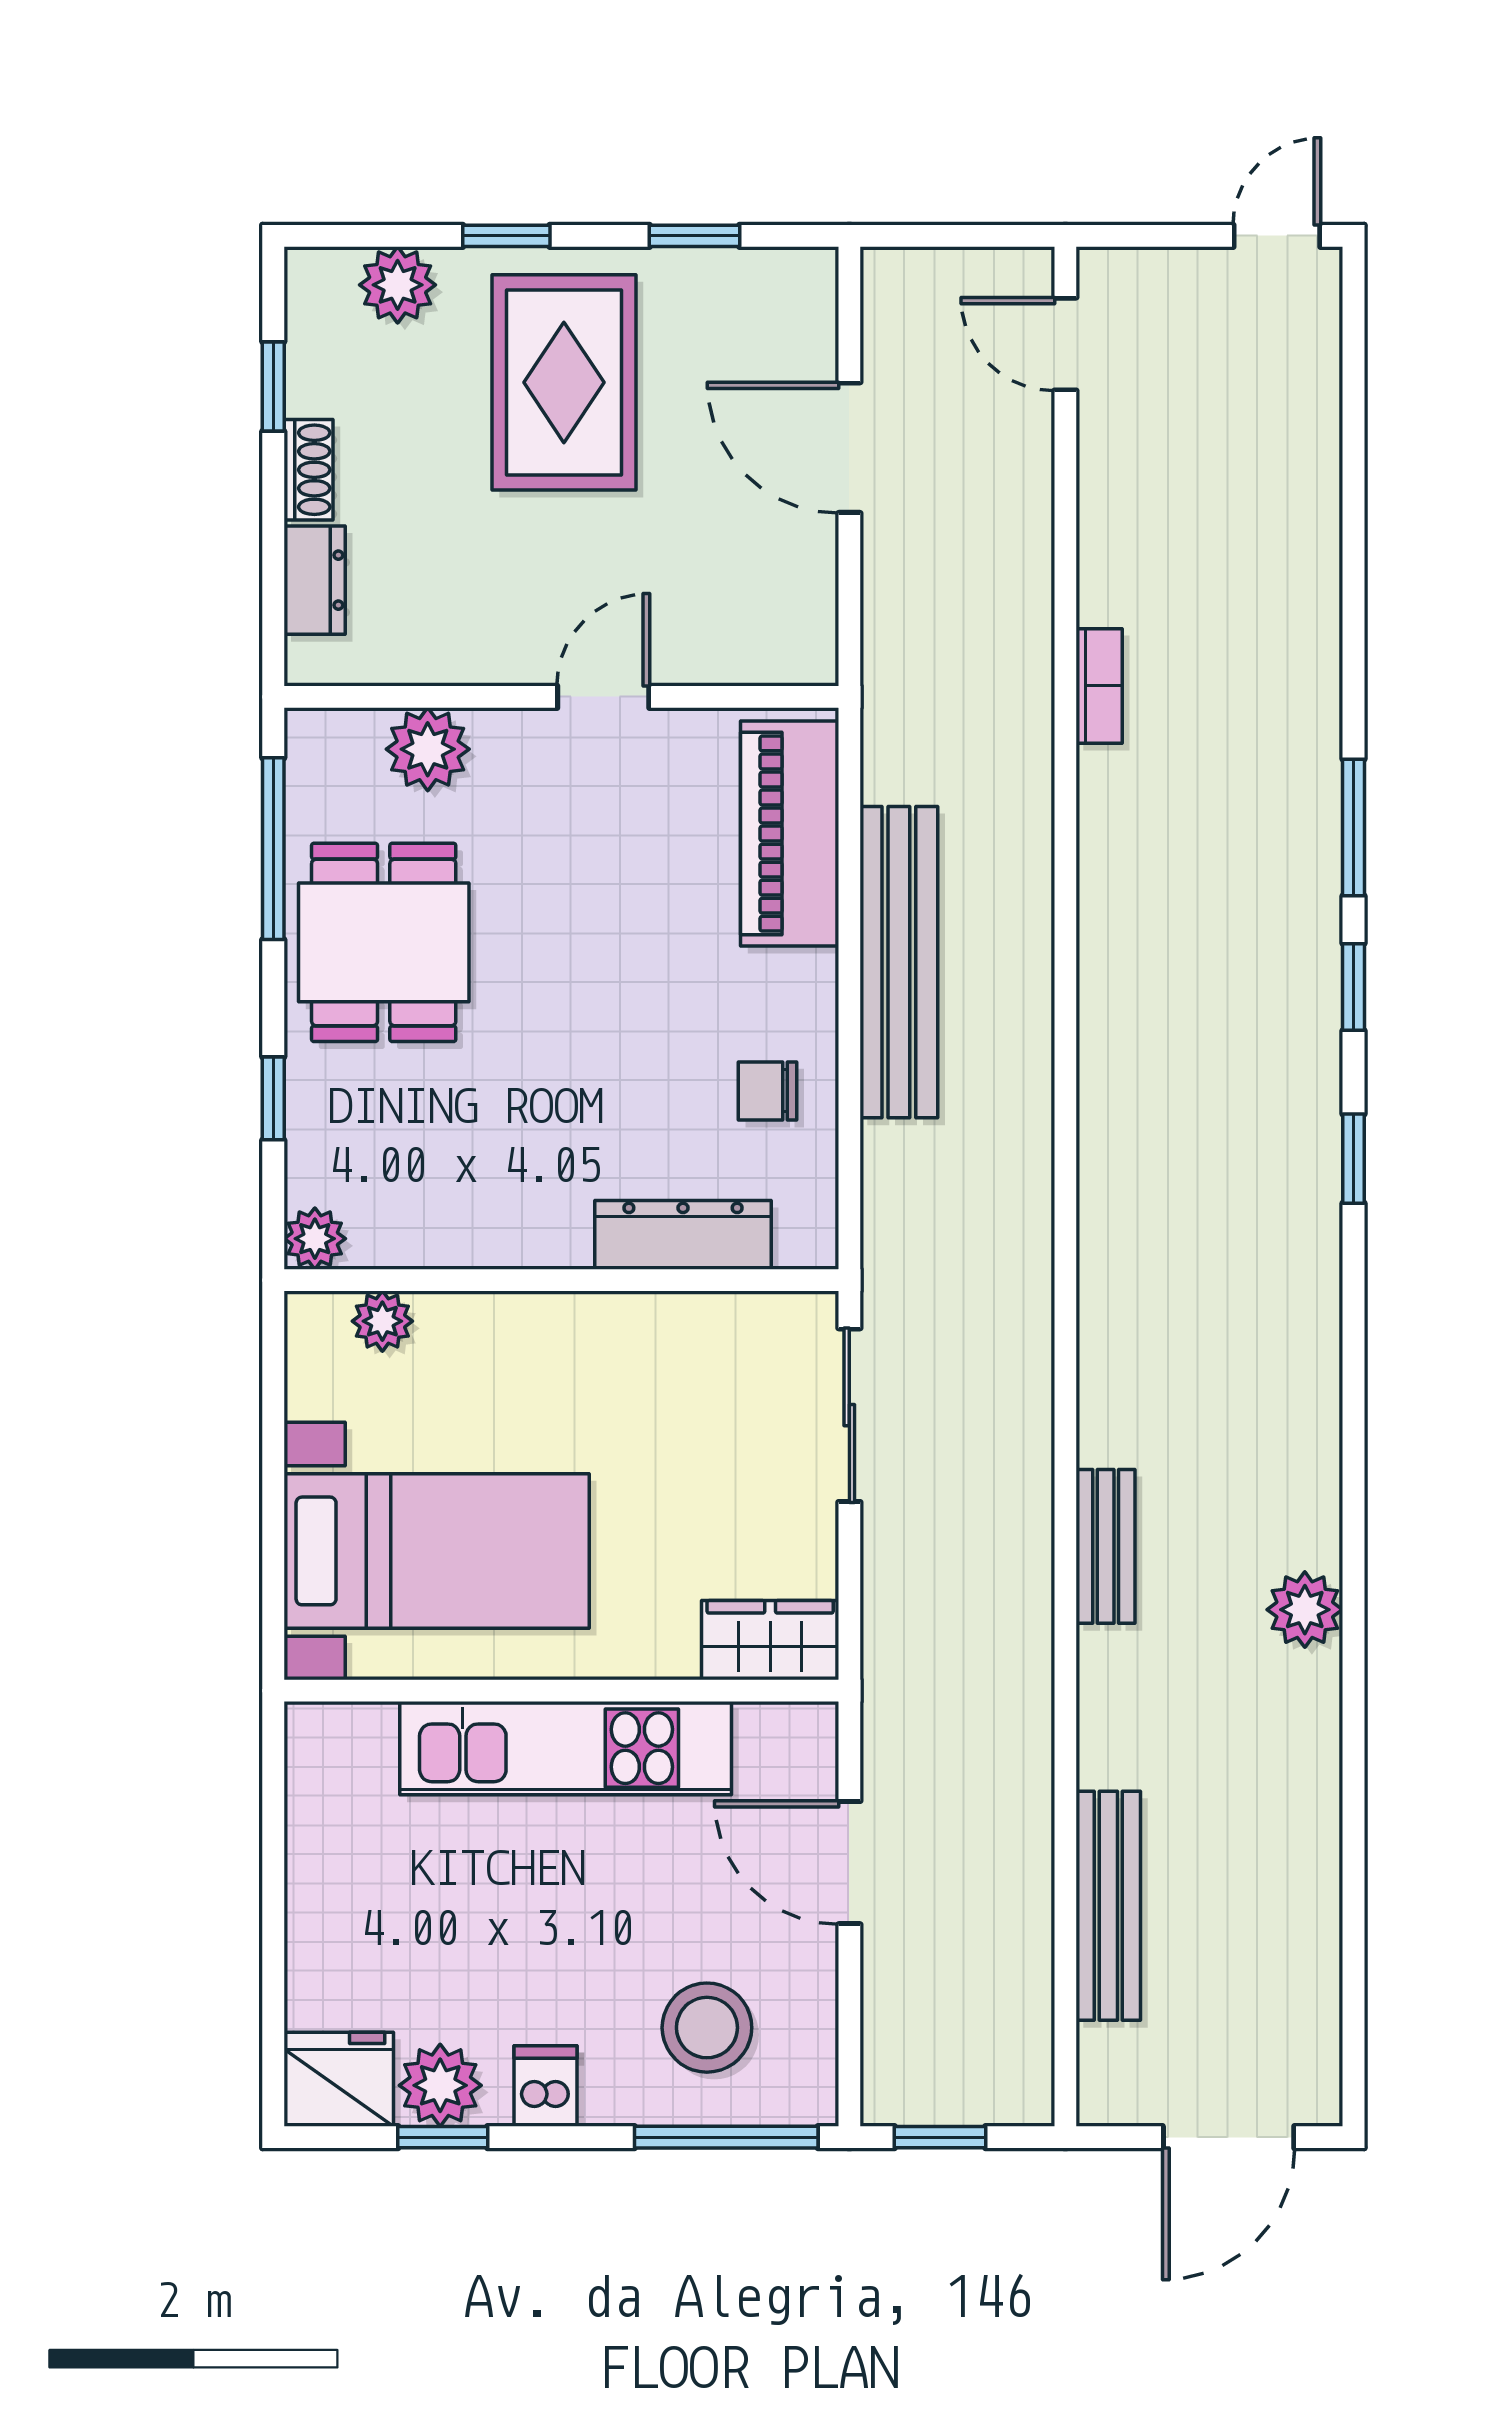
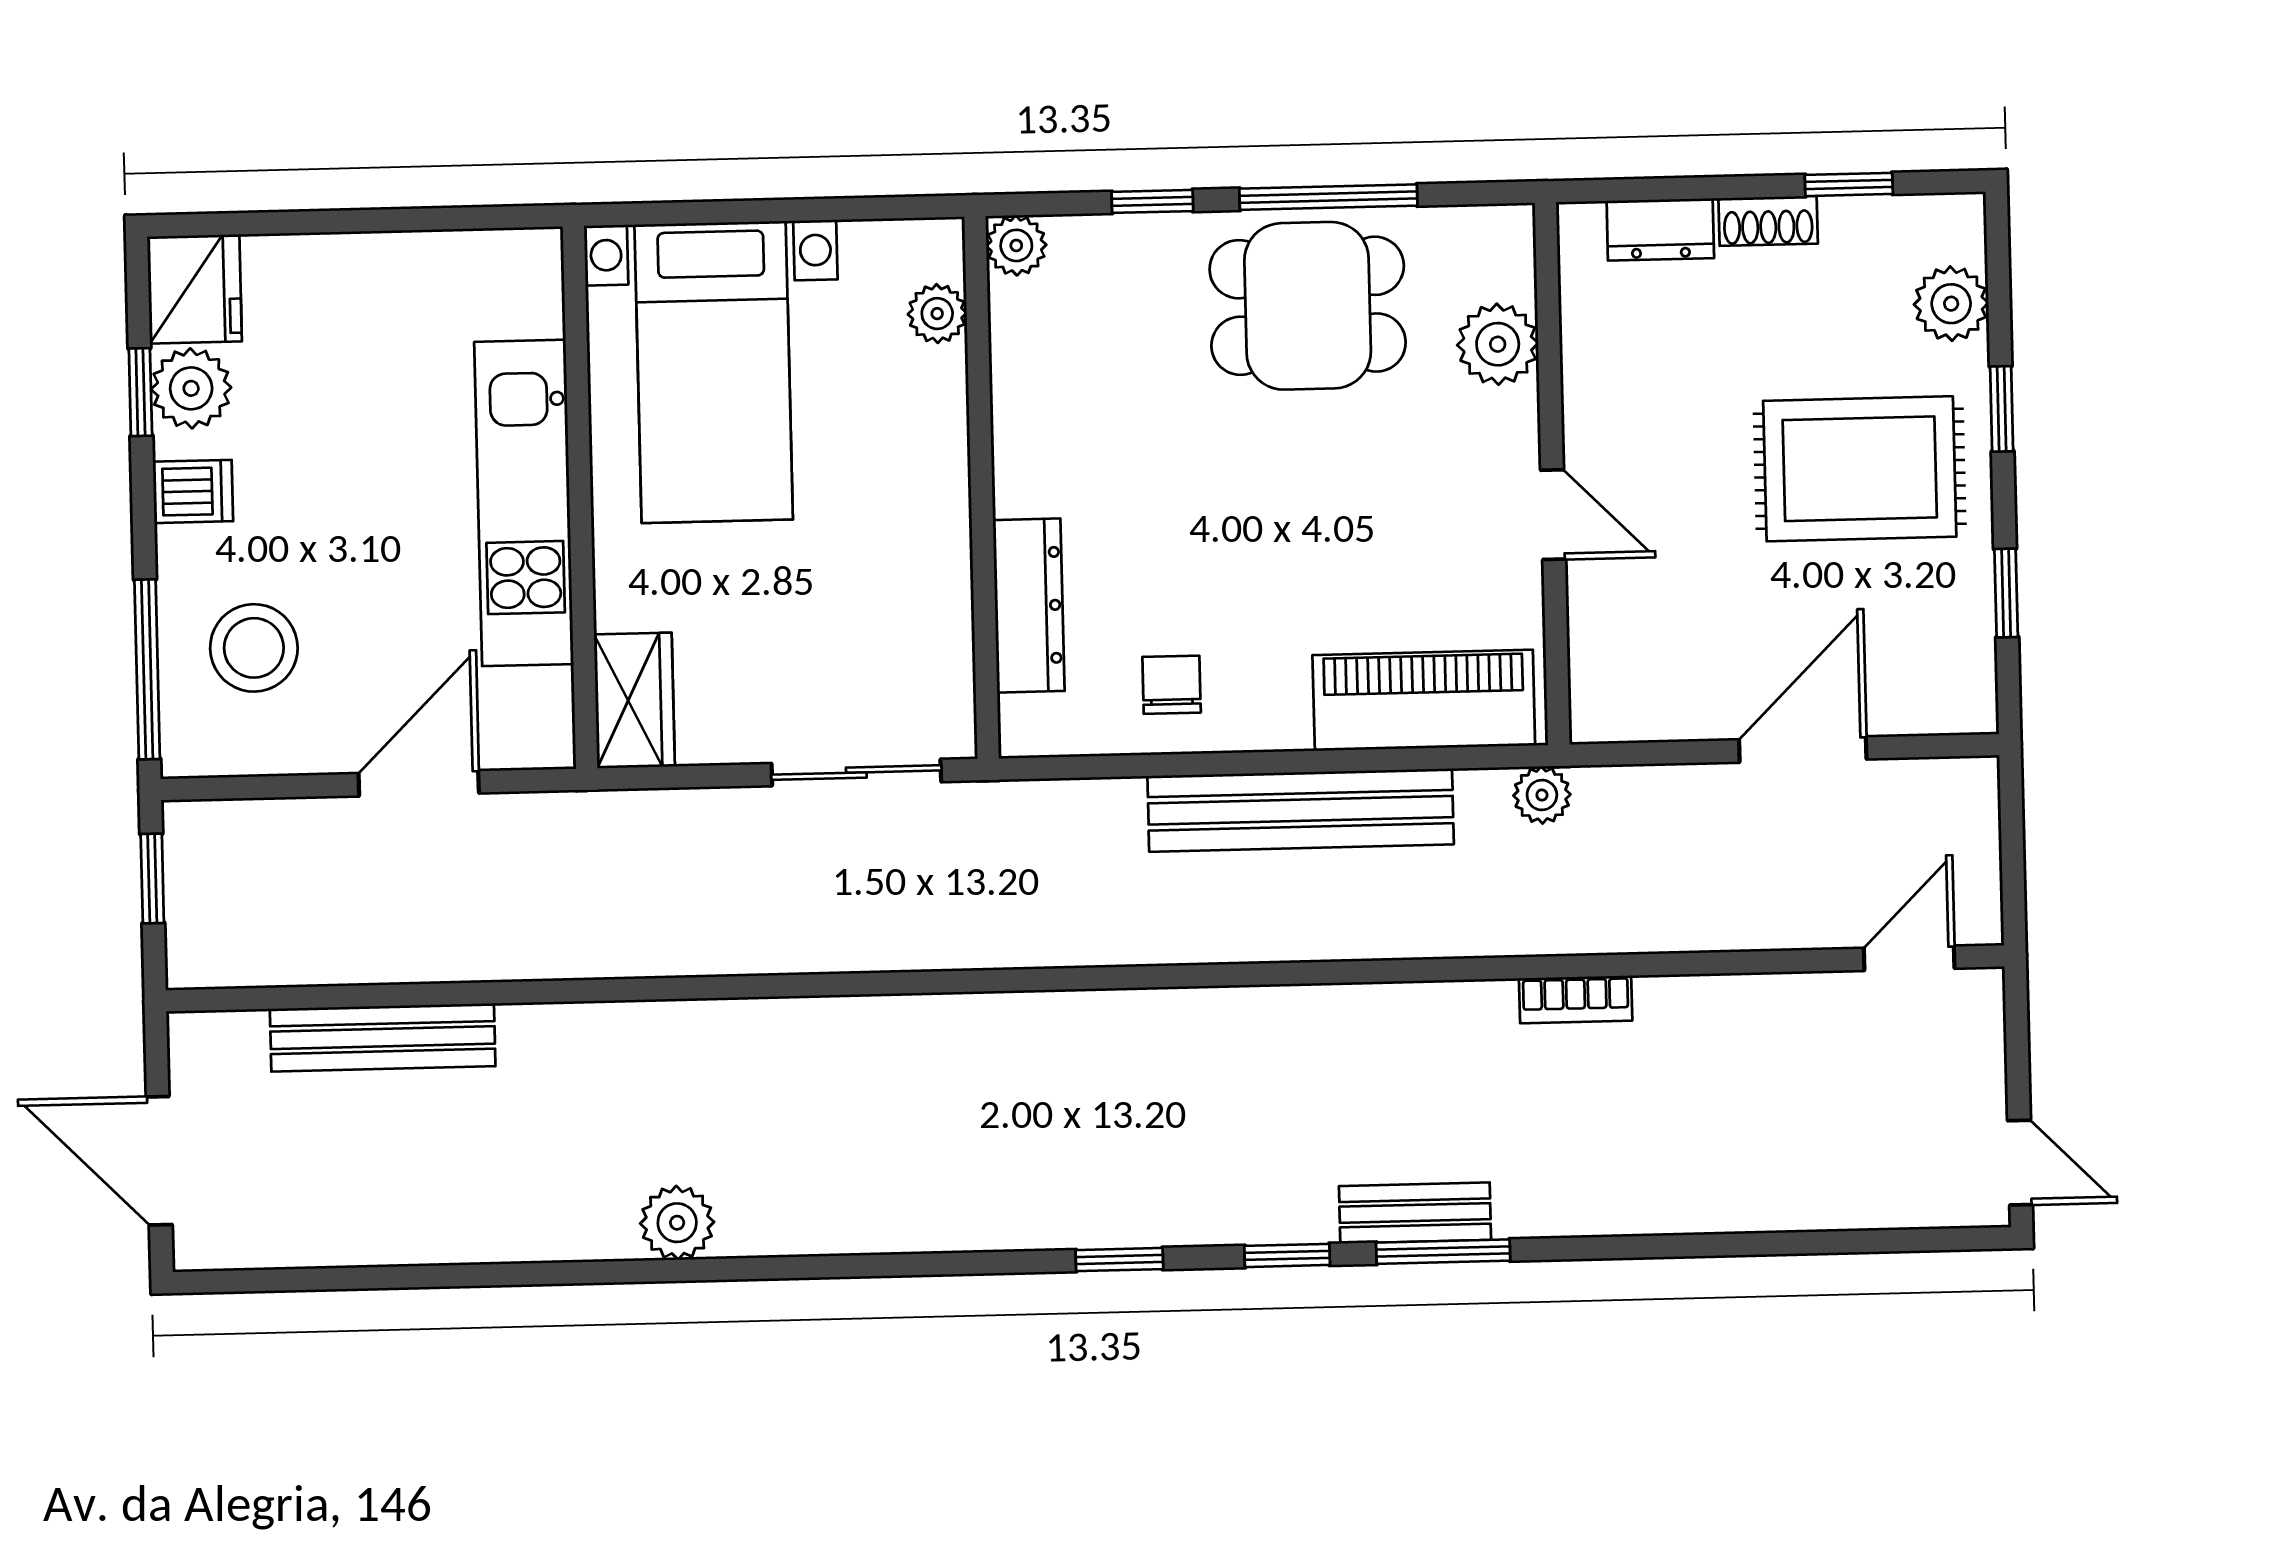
plant: (889, 715) -> (1542, 795), added
window: (273, 849) -> (1328, 197), moved
bench: (1106, 1546) -> (1415, 1213), moved

